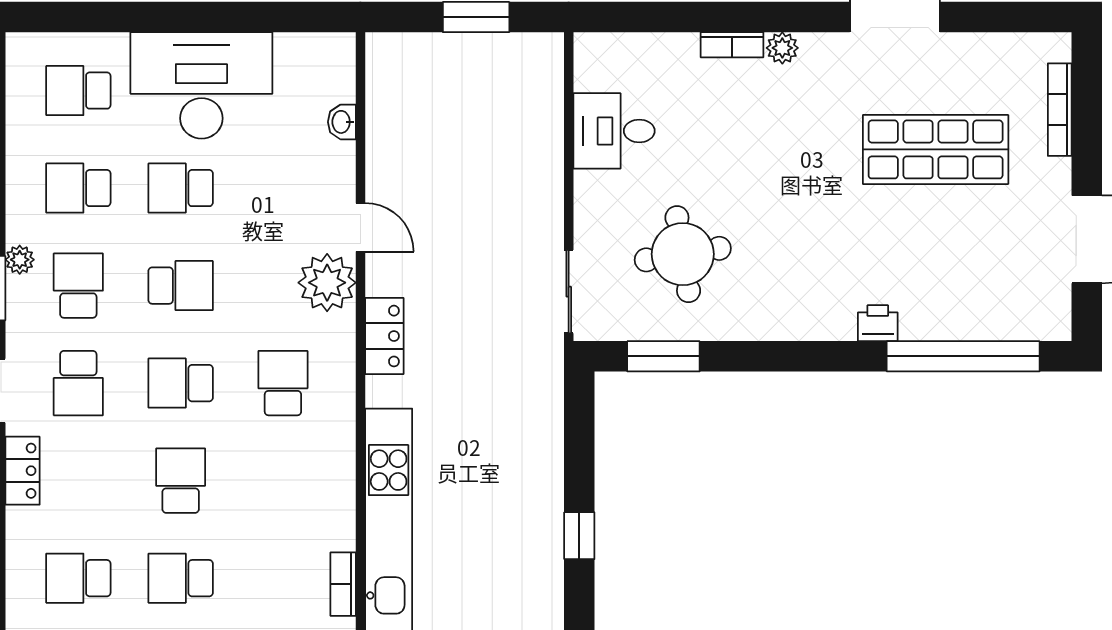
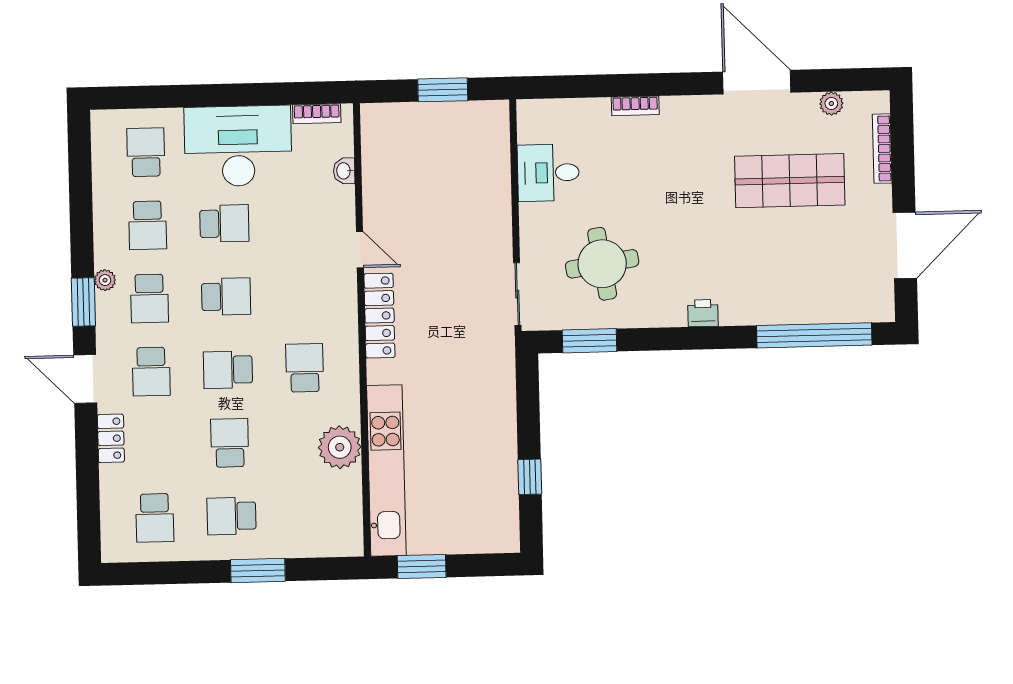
plant: (782, 48) -> (831, 103), moved
school desk: (78, 91) -> (146, 152), turned 90
school desk: (78, 188) -> (148, 225), turned -90
school desk: (181, 188) -> (224, 223), turned 180
plant: (327, 283) -> (340, 447), moved
school desk: (78, 286) -> (149, 298), turned 180
printer: (878, 323) -> (703, 313), moved
locker: (384, 336) -> (379, 316), width x1.53
school desk: (78, 578) -> (155, 518), turned -90
bookcase: (343, 584) -> (317, 114), moved, turned -90

